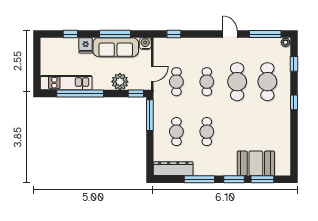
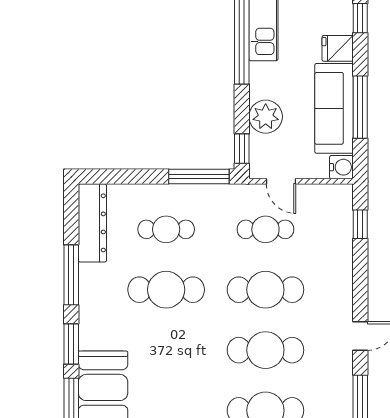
cafe table: (207, 82) -> (265, 290), width x1.37, depth x1.35
cafe table: (207, 132) -> (166, 290), width x1.37, depth x1.35

